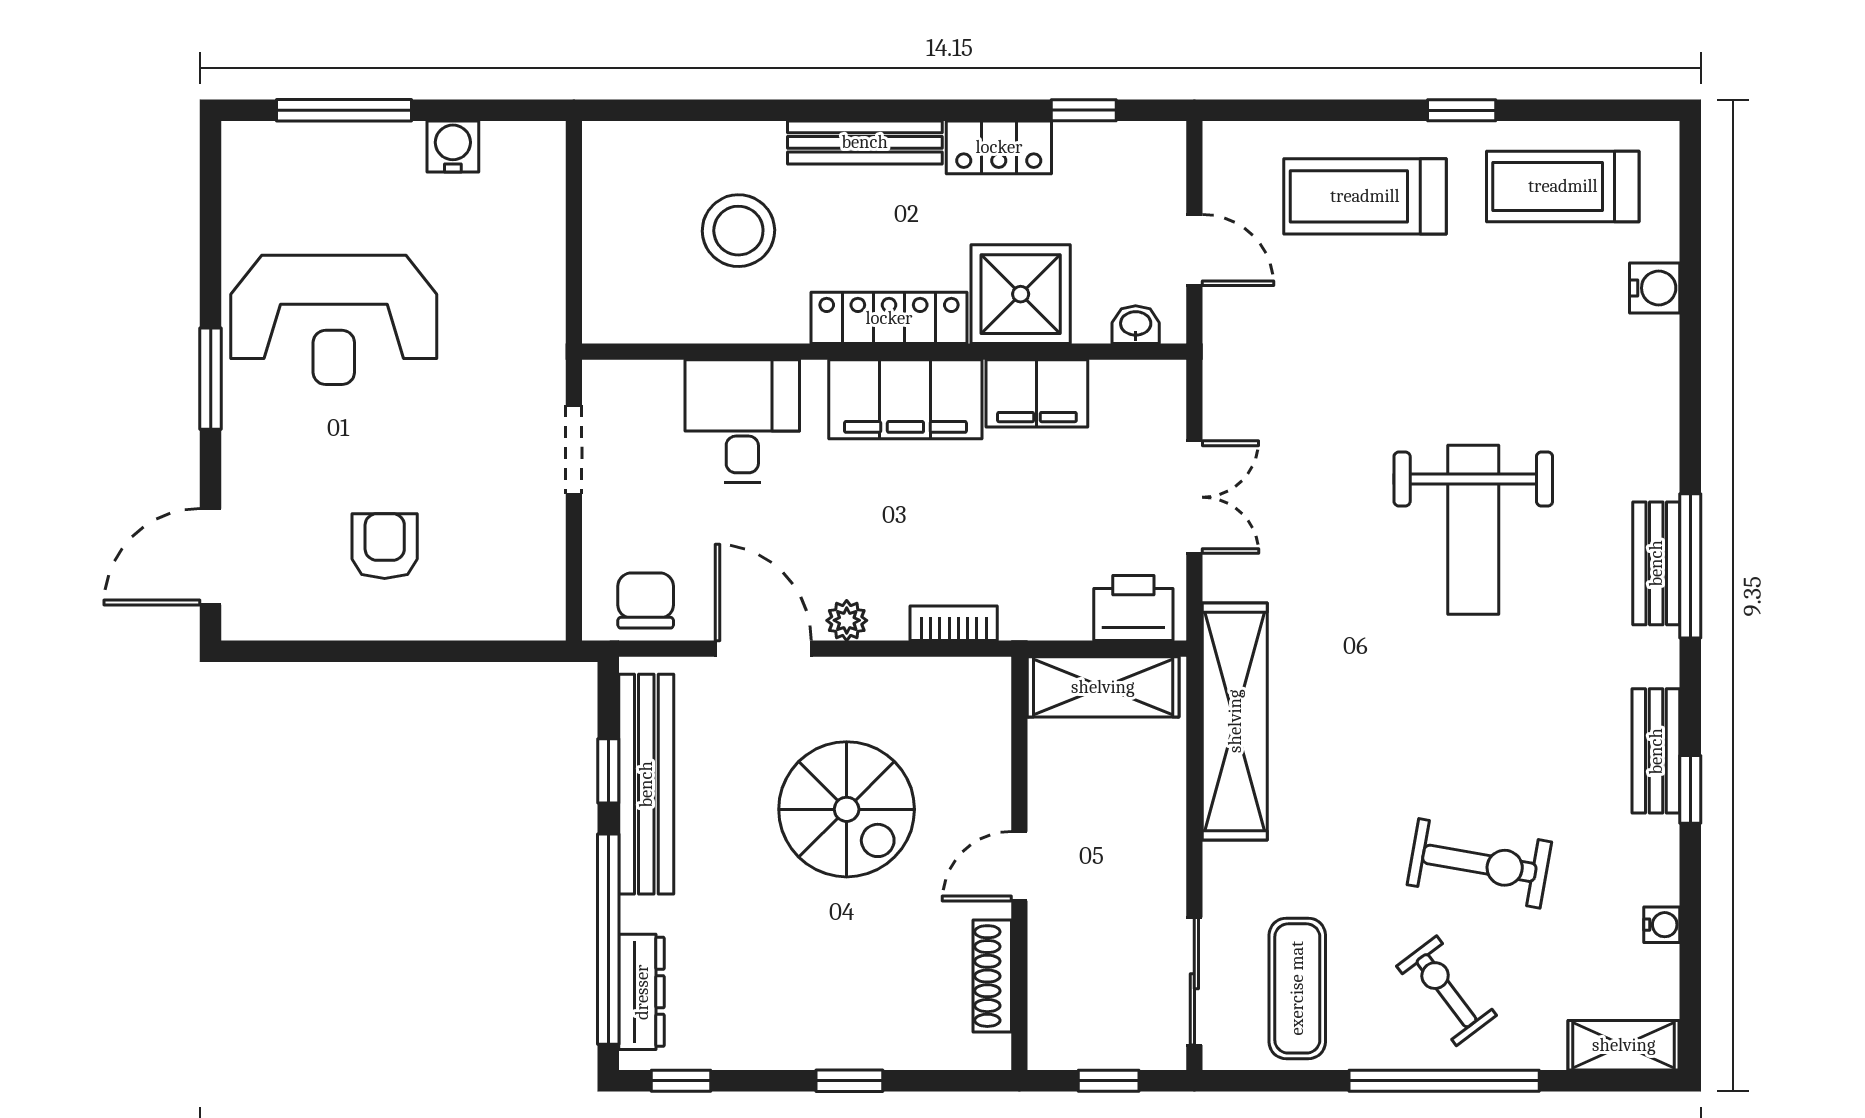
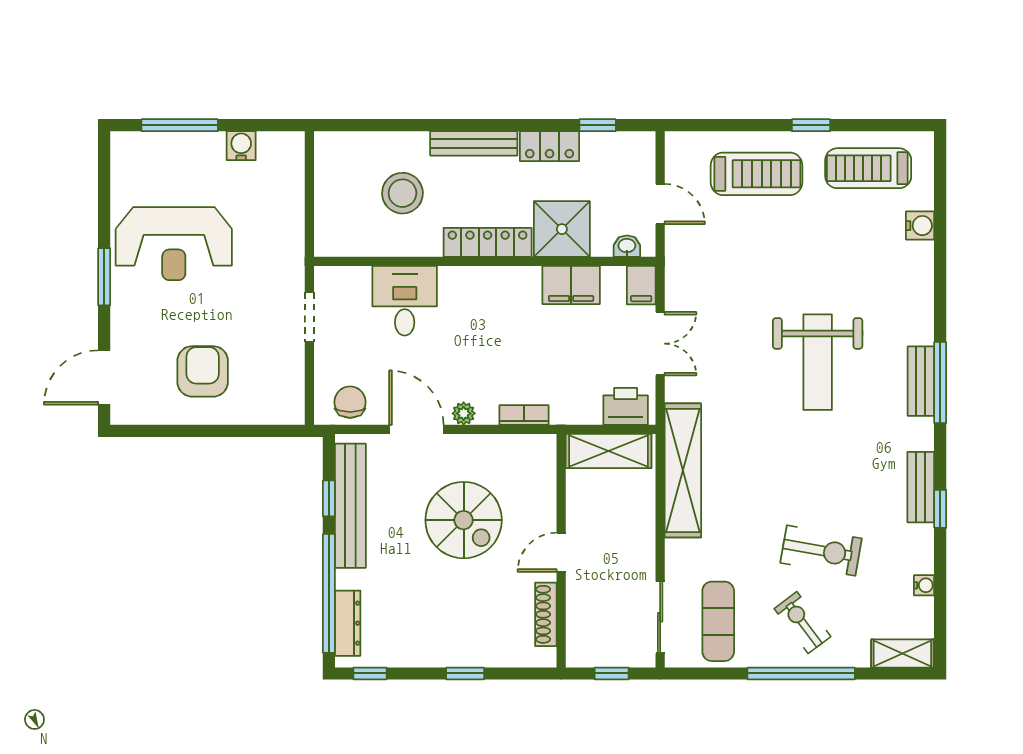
treadmill: (1365, 196) -> (756, 174), turned 180
filing cabinet: (905, 399) -> (641, 285), moved, width x0.33, depth x0.86
armchair: (385, 546) -> (203, 371), width x1.38, depth x1.38

